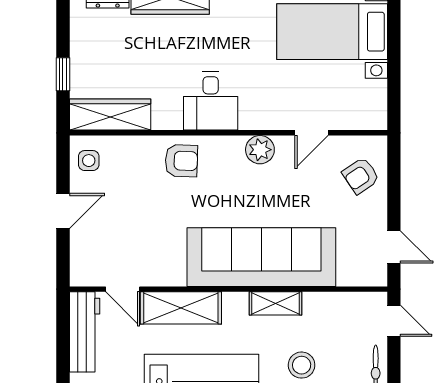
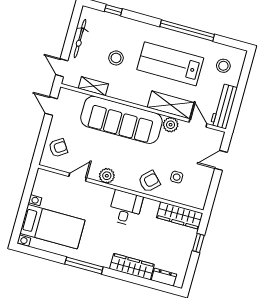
side table: (89, 161) -> (177, 177), moved
armchair: (181, 161) -> (149, 181), turned 134
door: (63, 211) -> (221, 160), moved
plant: (171, 273) -> (171, 125), added
shelving: (276, 303) -> (93, 86), moved

